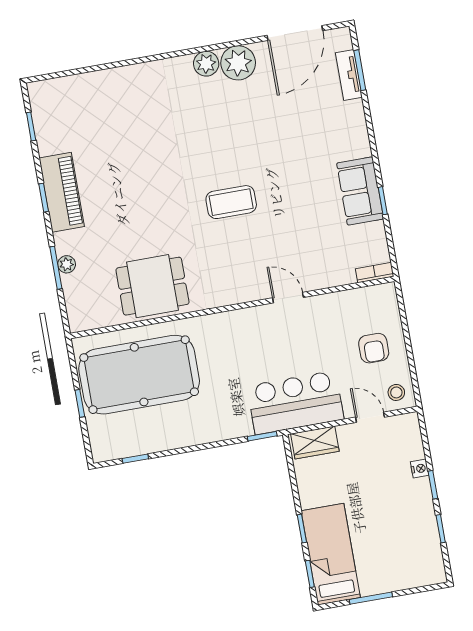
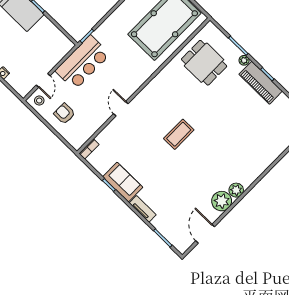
door: (295, 33) -> (205, 234), width x0.73
tv unit: (349, 75) -> (143, 209), moved
plant: (67, 264) -> (244, 60), moved
dining table: (152, 286) -> (204, 63), moved, turned 90
door: (288, 298) -> (121, 109), swing flipped
door: (370, 417) -> (43, 80), hinge flipped
wardrobe: (315, 442) -> (60, 50), removed

